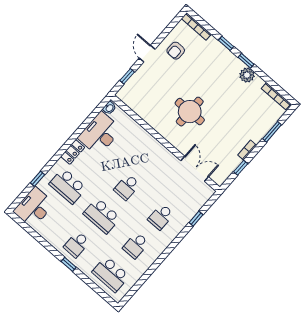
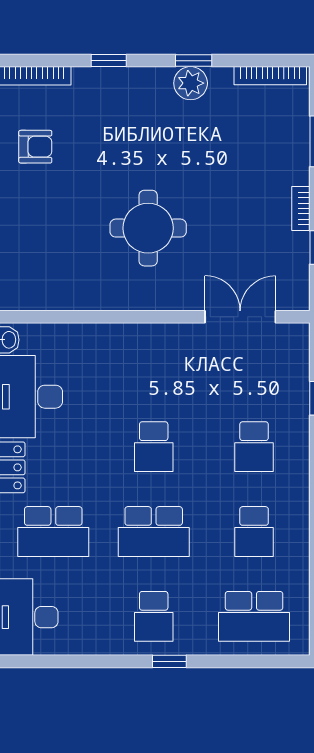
armchair: (176, 51) -> (35, 147), turned -90
window: (246, 61) -> (194, 61), moved

